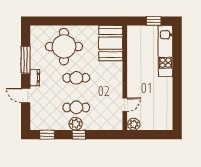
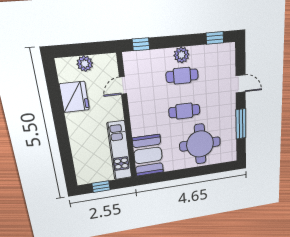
kitchen unit: (165, 51) -> (119, 151), moved, turned 180
dresser: (35, 78) -> (231, 106), removed
fridge: (163, 100) -> (74, 97), added
plant: (134, 124) -> (85, 64), moved
window: (79, 135) -> (141, 44), moved

